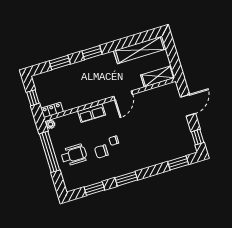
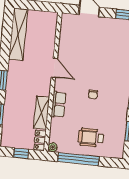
shelving: (158, 76) -> (42, 113), moved
chair: (101, 152) -> (98, 110), removed
wheelchair: (74, 155) -> (91, 138), turned -90

